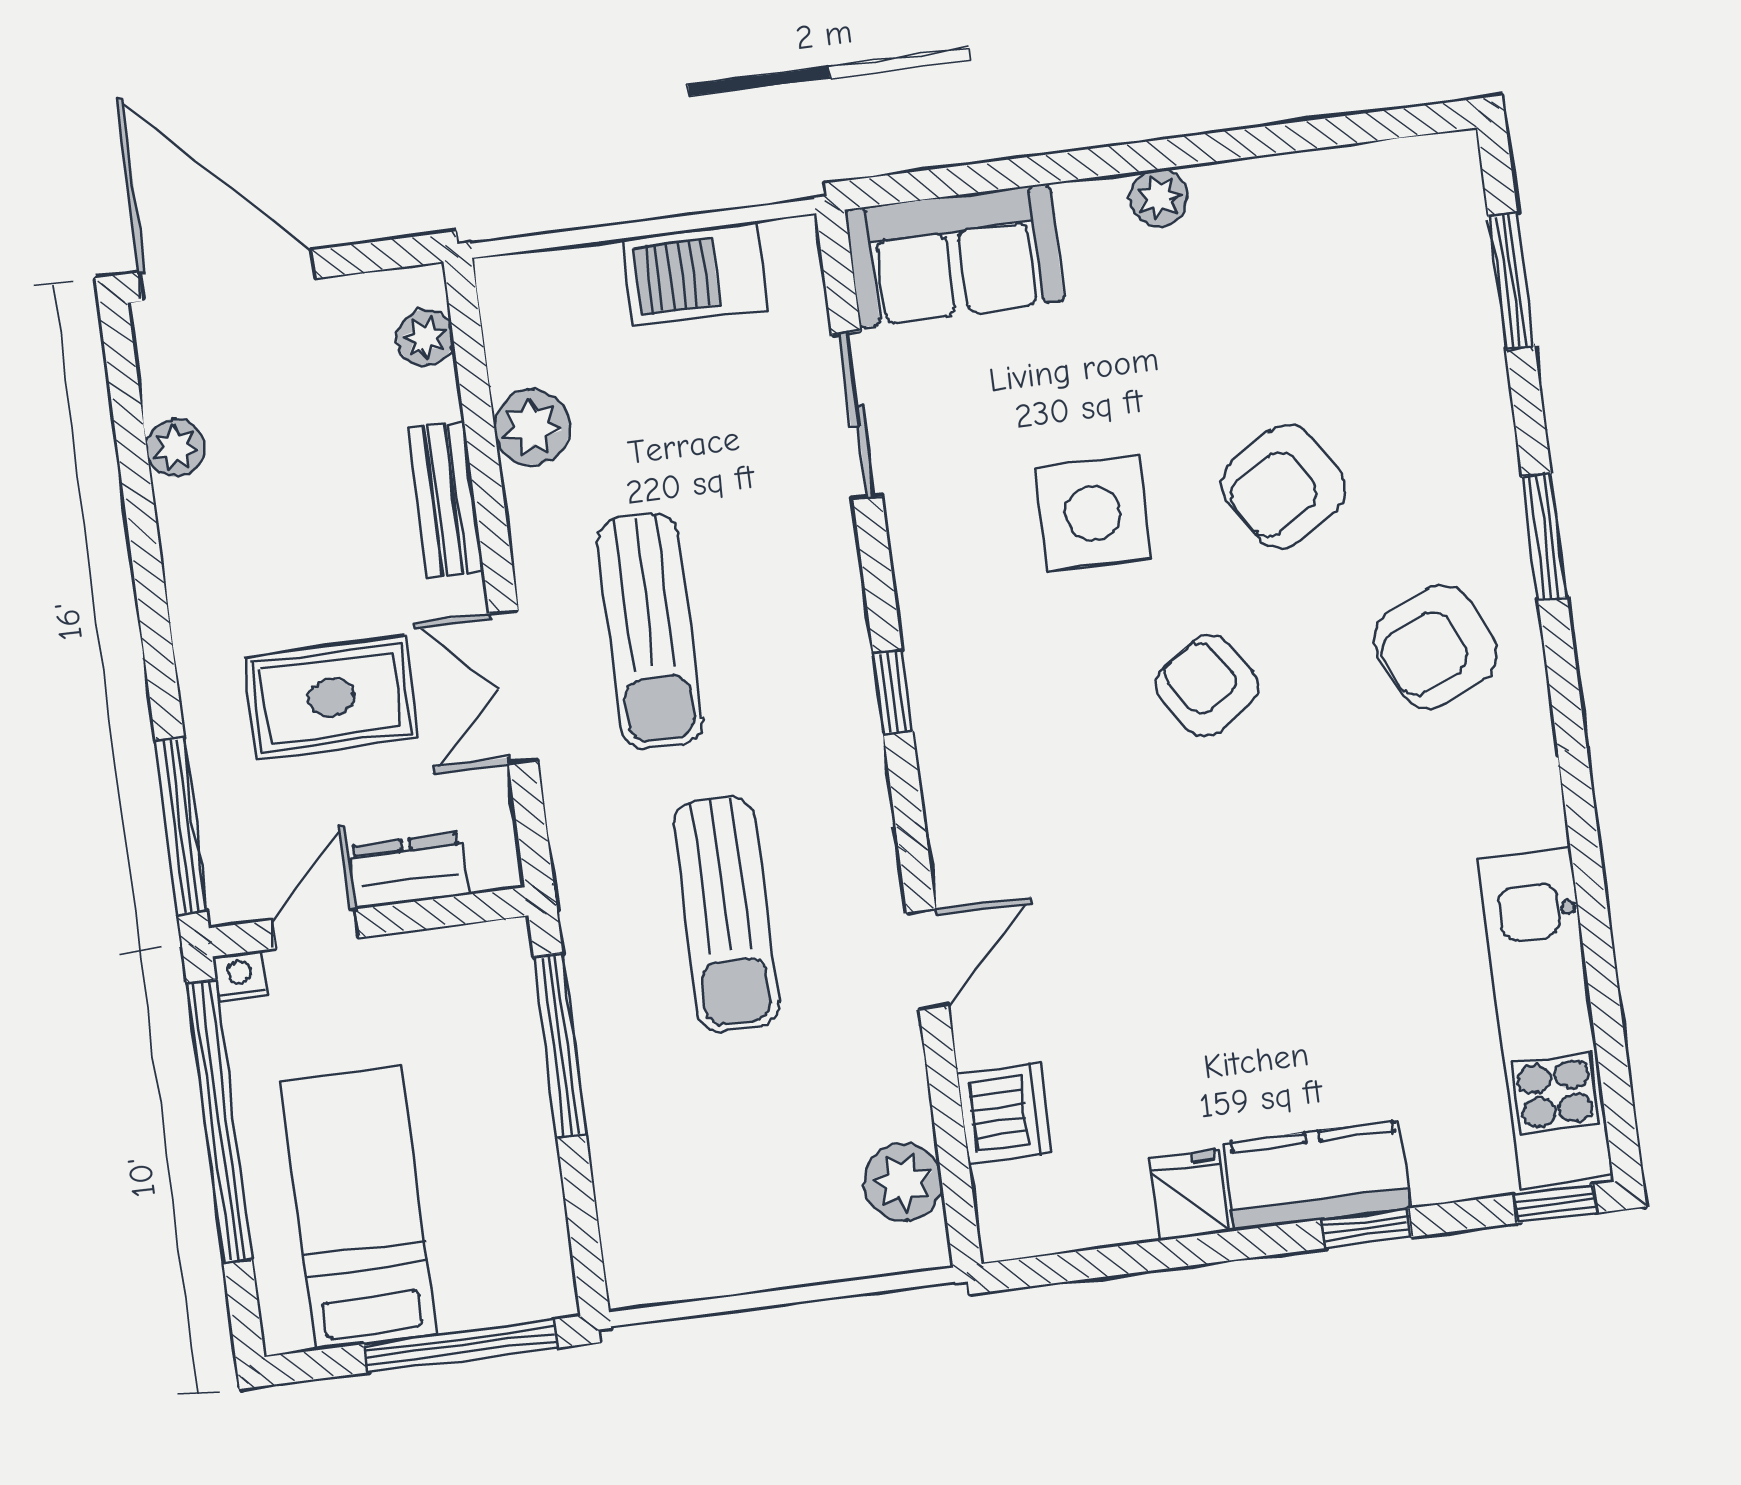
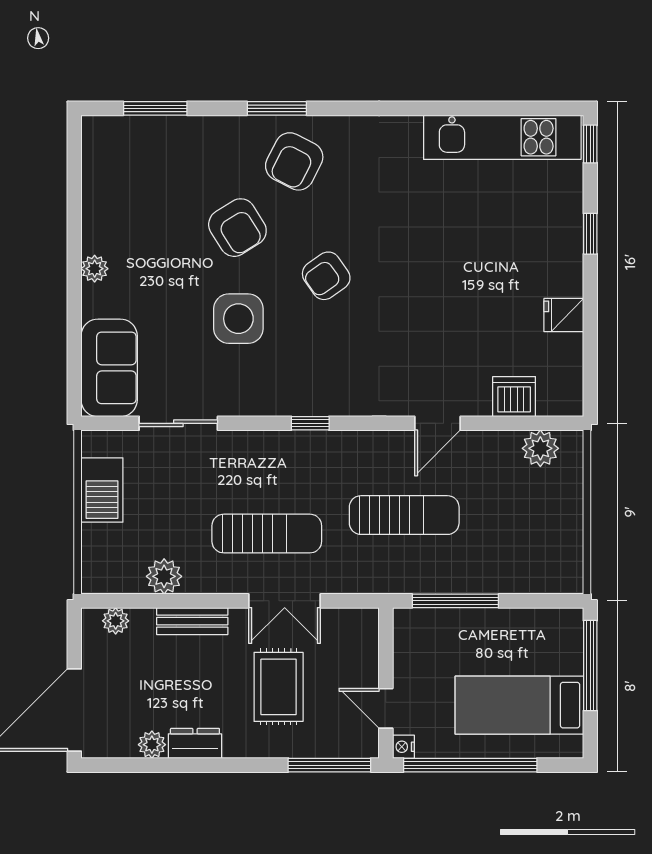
armchair: (1435, 647) -> (294, 161), moved, turned 51
dresser: (409, 870) -> (195, 743), moved, turned 90
door: (928, 959) -> (438, 423), swing flipped
kitchen counter: (1317, 1176) -> (563, 254), removed

